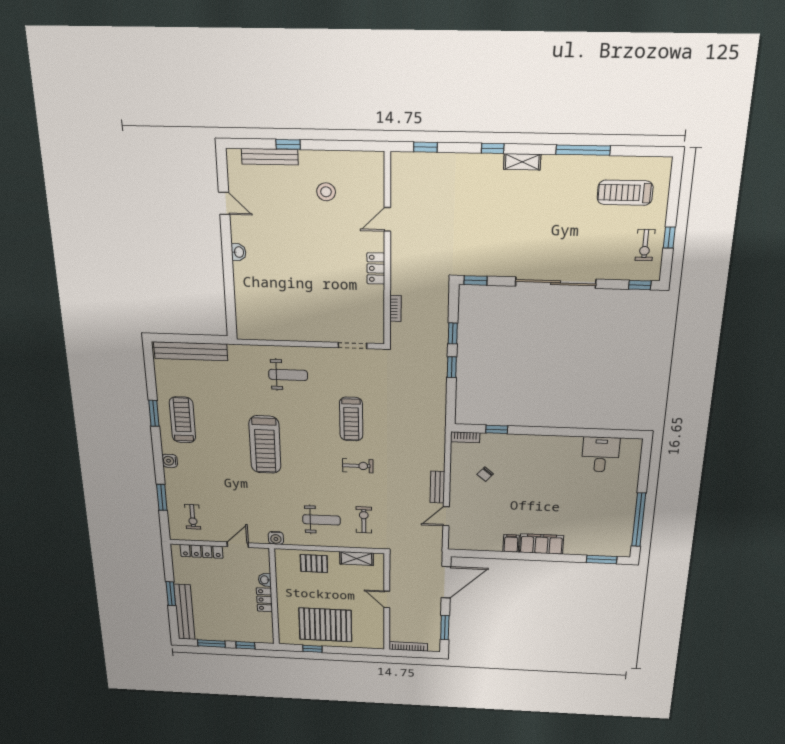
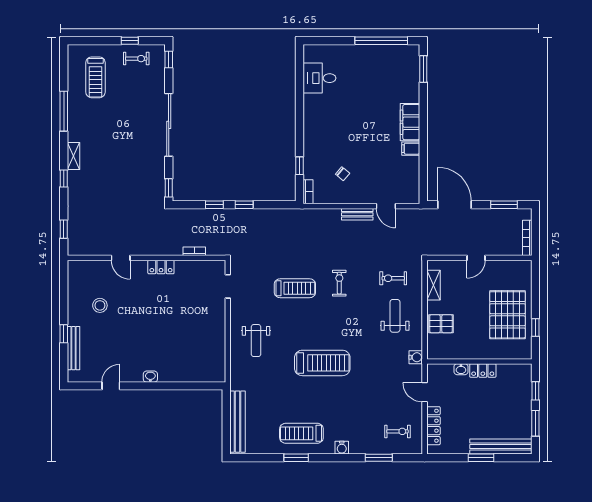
weight bench: (288, 375) -> (256, 341), turned 180
pallet: (314, 564) -> (441, 324), turned 90

